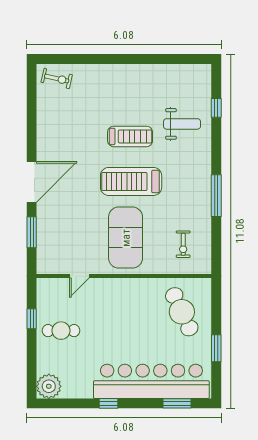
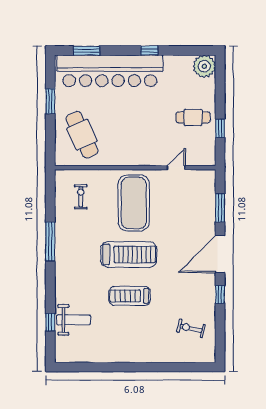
exercise bike: (57, 78) -> (191, 328), moved
weight bench: (182, 124) -> (74, 320), moved, turned 180
window: (32, 138) -> (220, 295), added

